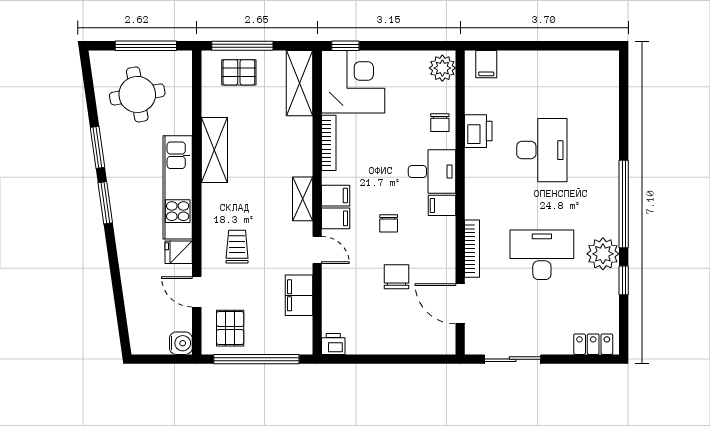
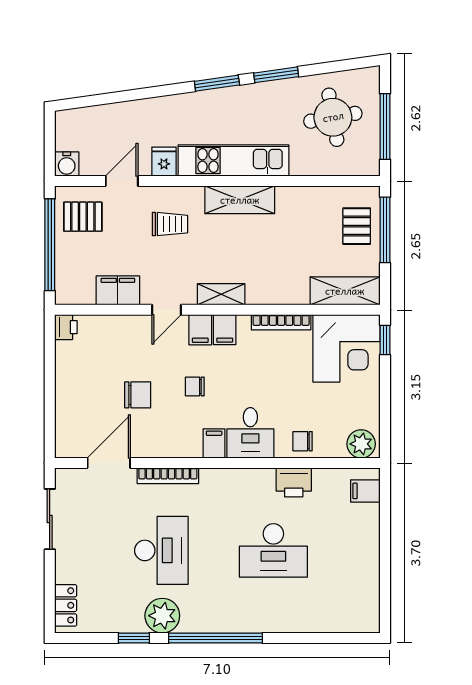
shelving: (214, 150) -> (240, 200), moved

